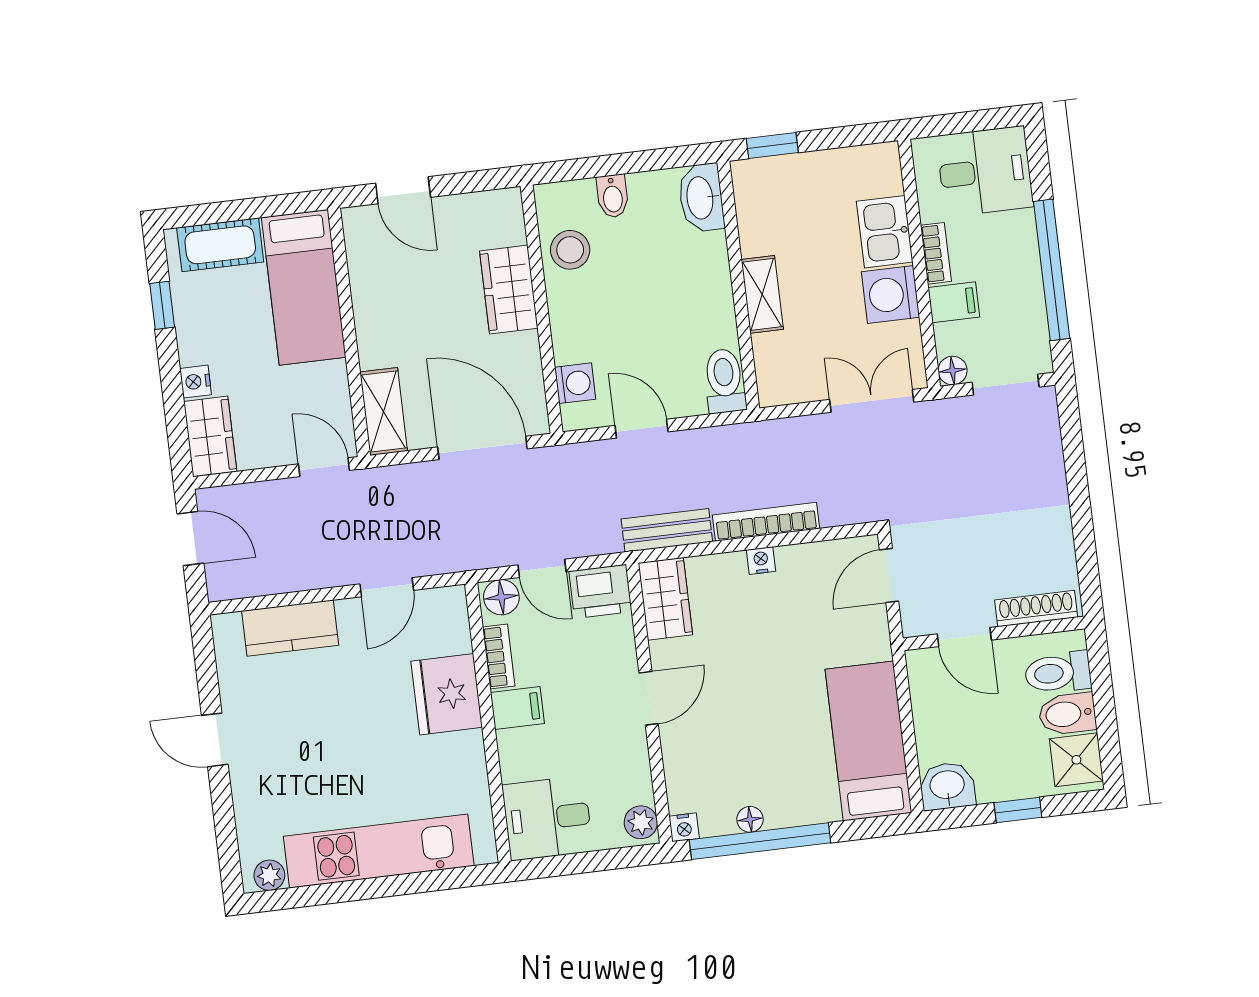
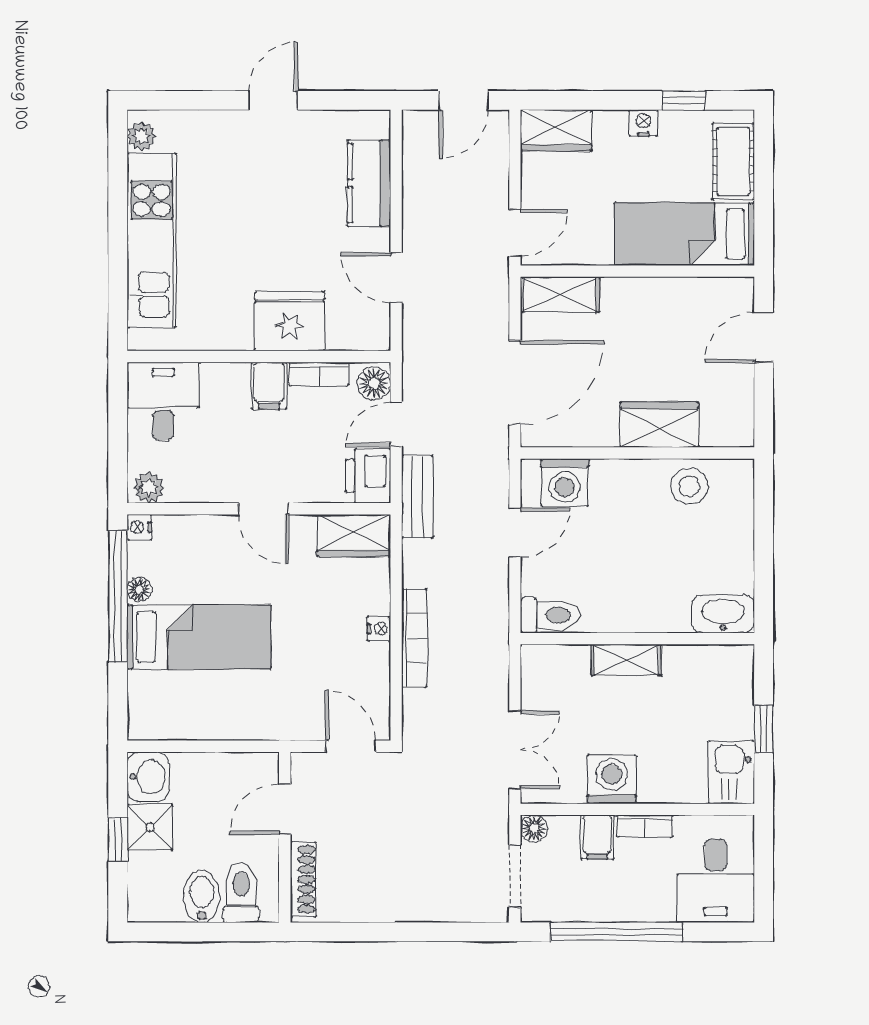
window: (772, 146) -> (764, 729), moved
bidet: (613, 196) -> (734, 532), removed
kitchen sink: (885, 232) -> (731, 772), moved, turned -90
nightstand: (196, 382) -> (644, 123), moved
washing machine: (575, 383) -> (565, 482), width x1.38, depth x1.38
bench: (667, 530) -> (417, 496), moved
bed: (868, 741) -> (199, 637), moved
shower: (1076, 760) -> (150, 827), moved

